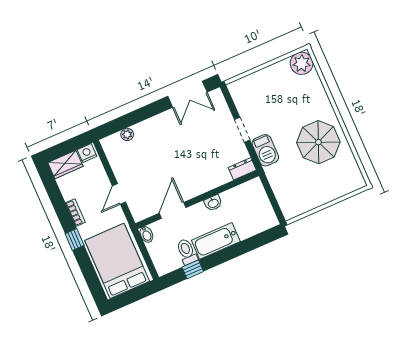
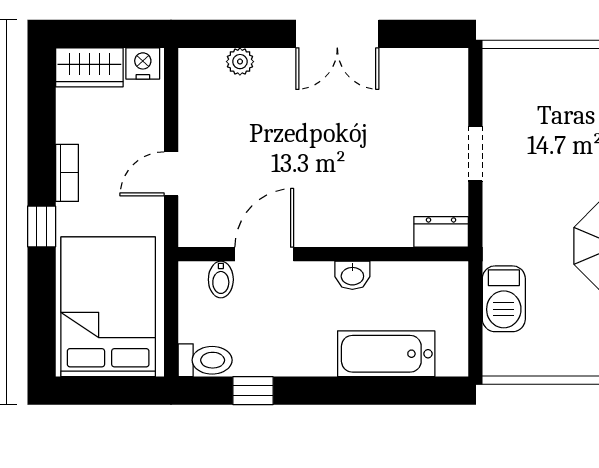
double door: (187, 94) -> (337, 34), moved
barbecue: (265, 150) -> (504, 299), moved
bidet: (146, 234) -> (221, 280), moved
bathtub: (216, 241) -> (386, 354), moved
toilet: (187, 252) -> (205, 360), moved, turned 90

